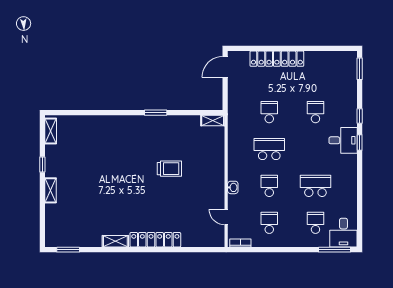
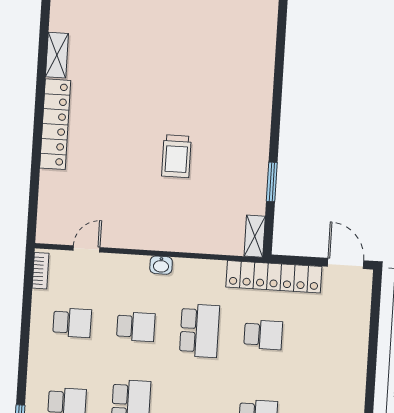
locker: (277, 59) -> (274, 277), moved, turned -90
window: (156, 113) -> (272, 182), moved
washbasin: (233, 187) -> (161, 265), moved

